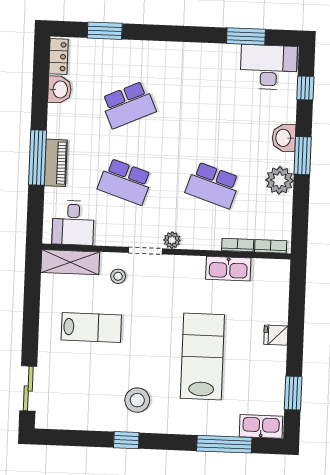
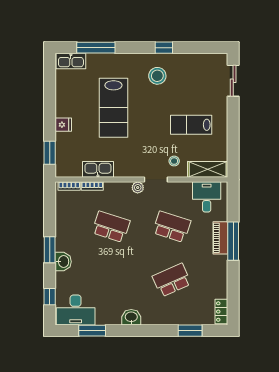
washbasin: (60, 89) -> (131, 317), moved, turned 90
plant: (280, 180) -> (65, 232), removed
window: (293, 393) -> (50, 153), moved

